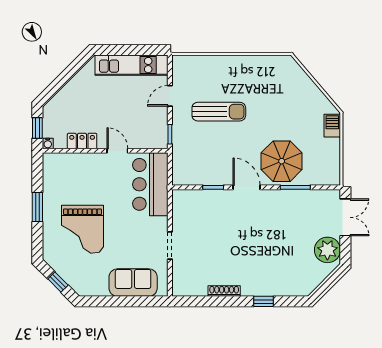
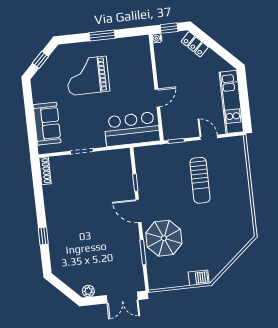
locker: (82, 141) -> (195, 44), moved, turned 135
door: (247, 187) -> (138, 211), swing flipped
plant: (327, 250) -> (88, 291), width x0.53, depth x0.53
shoe rack: (224, 291) -> (45, 171), moved

